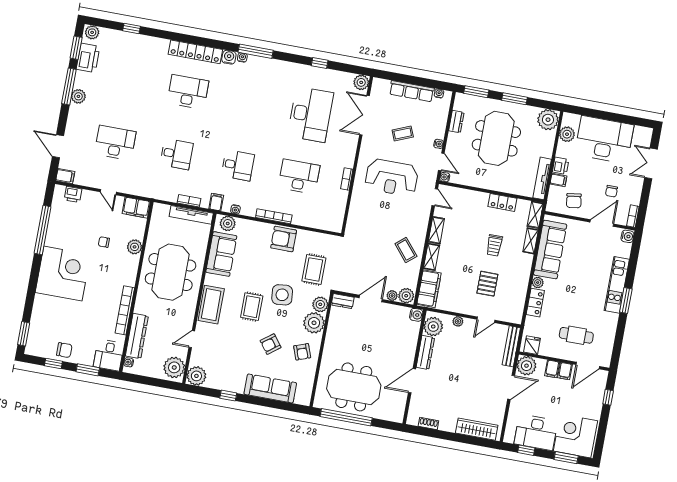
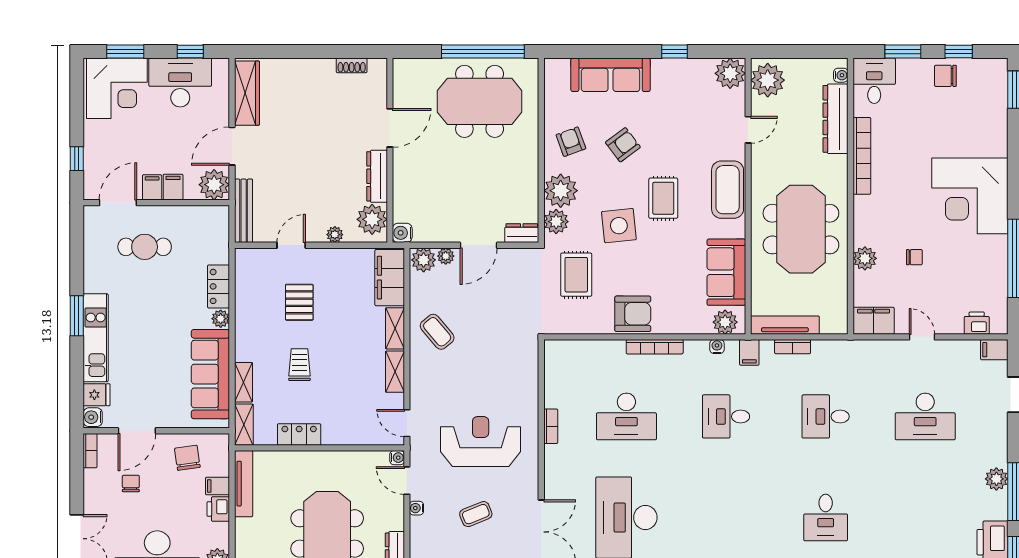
desk: (188, 92) -> (826, 518), width x0.73
fridge: (532, 345) -> (97, 395), moved, turned -90
wardrobe: (477, 429) -> (247, 93), moved, turned -90

